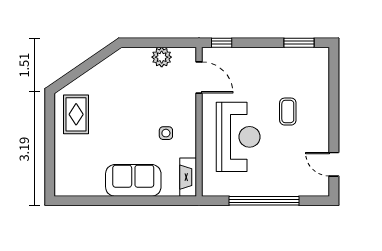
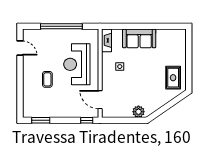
plant: (162, 57) -> (138, 112), moved

